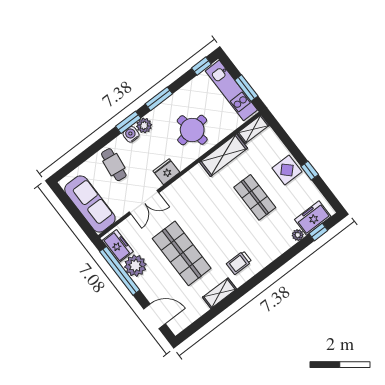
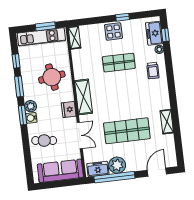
window: (201, 66) -> (16, 61), moved
shelving: (224, 155) -> (83, 97), moved
trolley: (239, 263) -> (153, 71), moved

